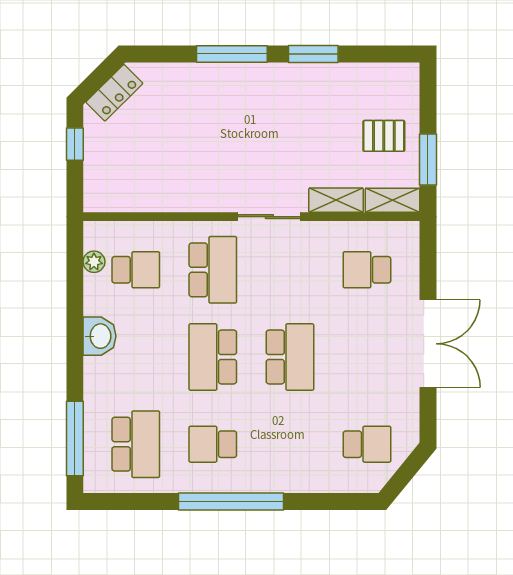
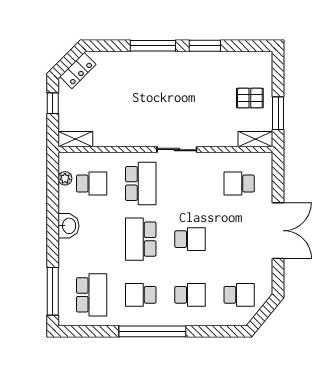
shelving: (336, 200) -> (75, 139), moved
school desk: (290, 357) -> (190, 239), width x0.54
school desk: (290, 444) -> (190, 295), added

